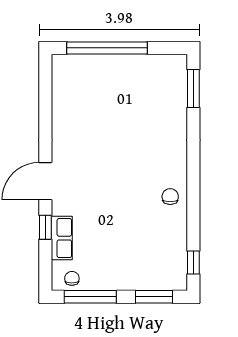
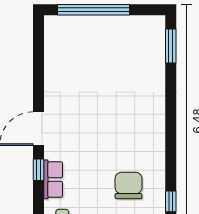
chair: (170, 197) -> (129, 185), moved, width x1.87, depth x1.87

